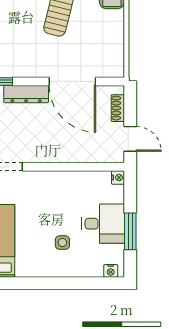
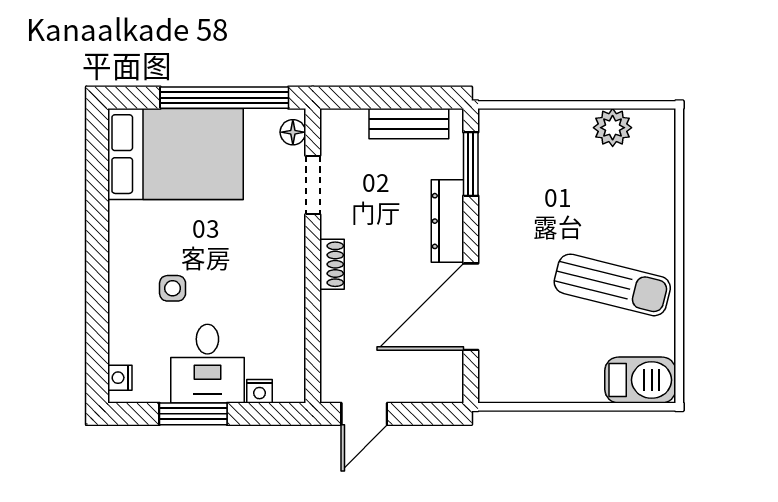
shoe rack: (118, 108) -> (332, 264), moved, turned 90
nightstand: (118, 177) -> (259, 391), moved

